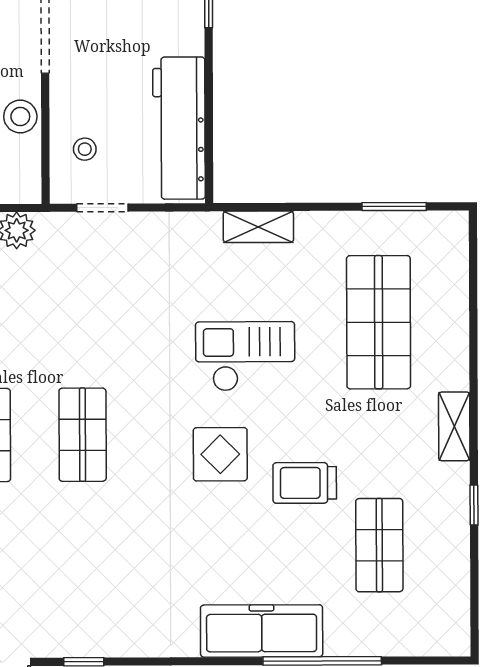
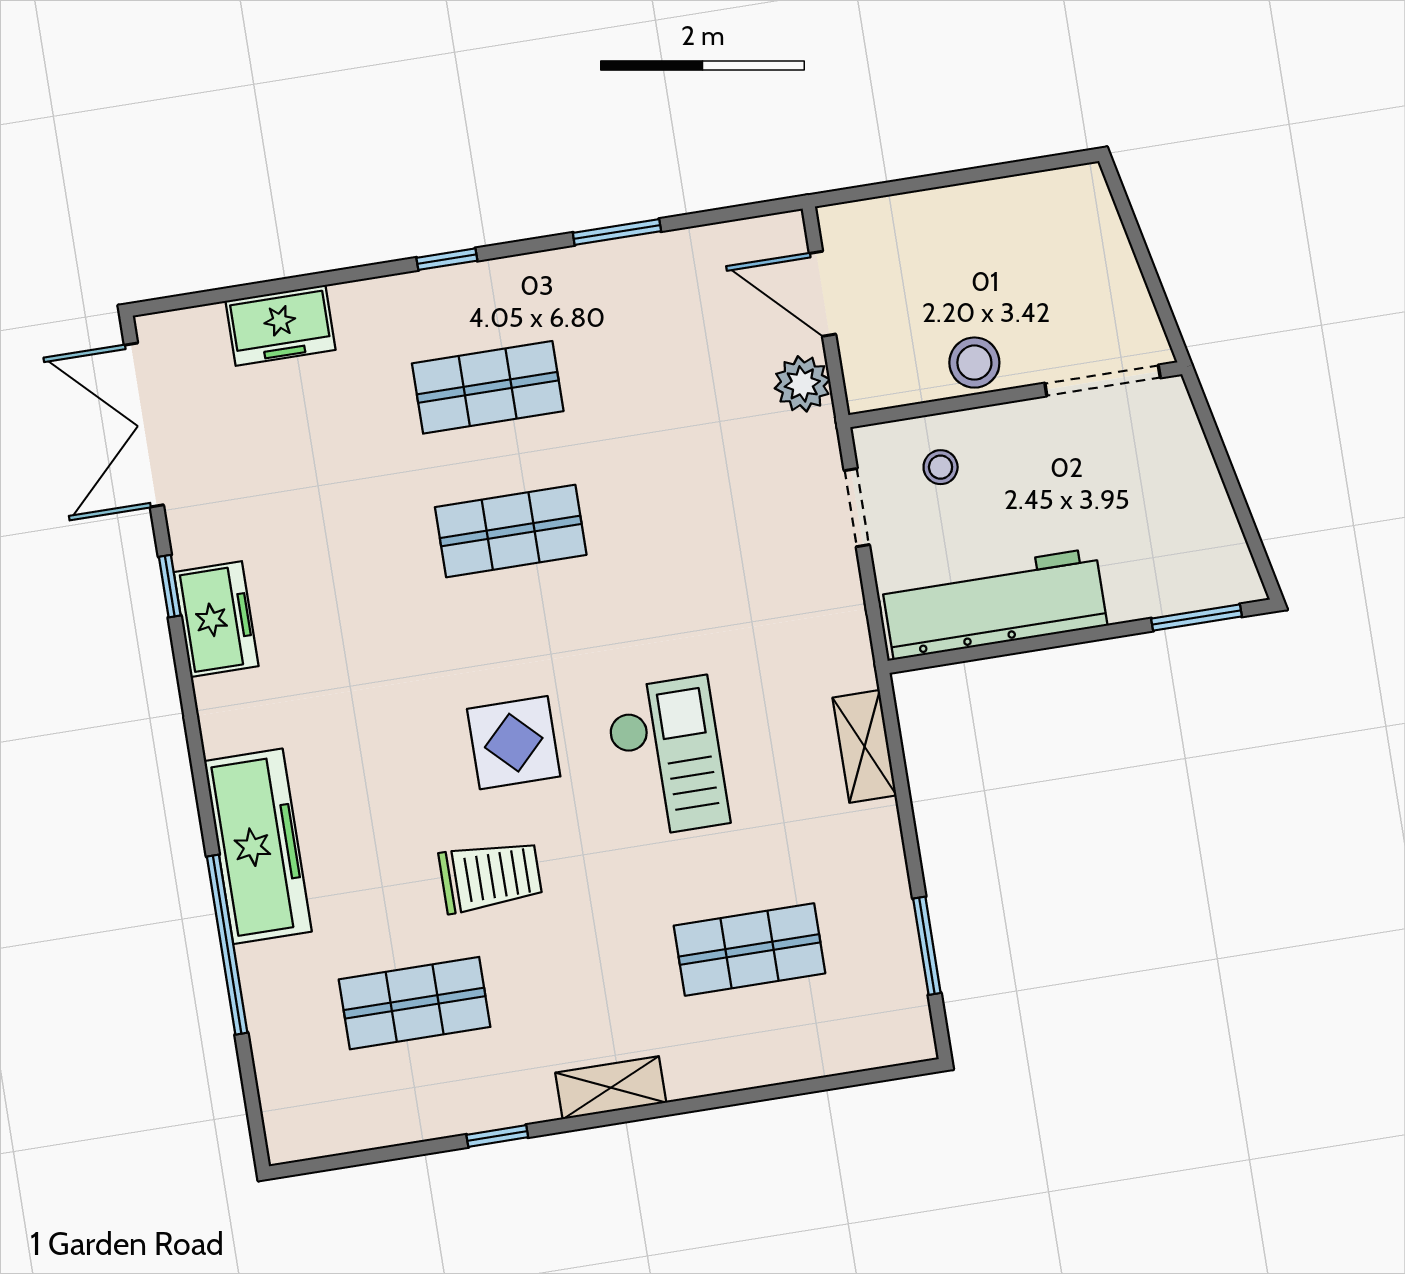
shop shelf: (379, 322) -> (749, 949), width x0.70, depth x0.74
trolley: (305, 483) -> (491, 876), turned 90
freezer: (110, 635) -> (216, 619), added

